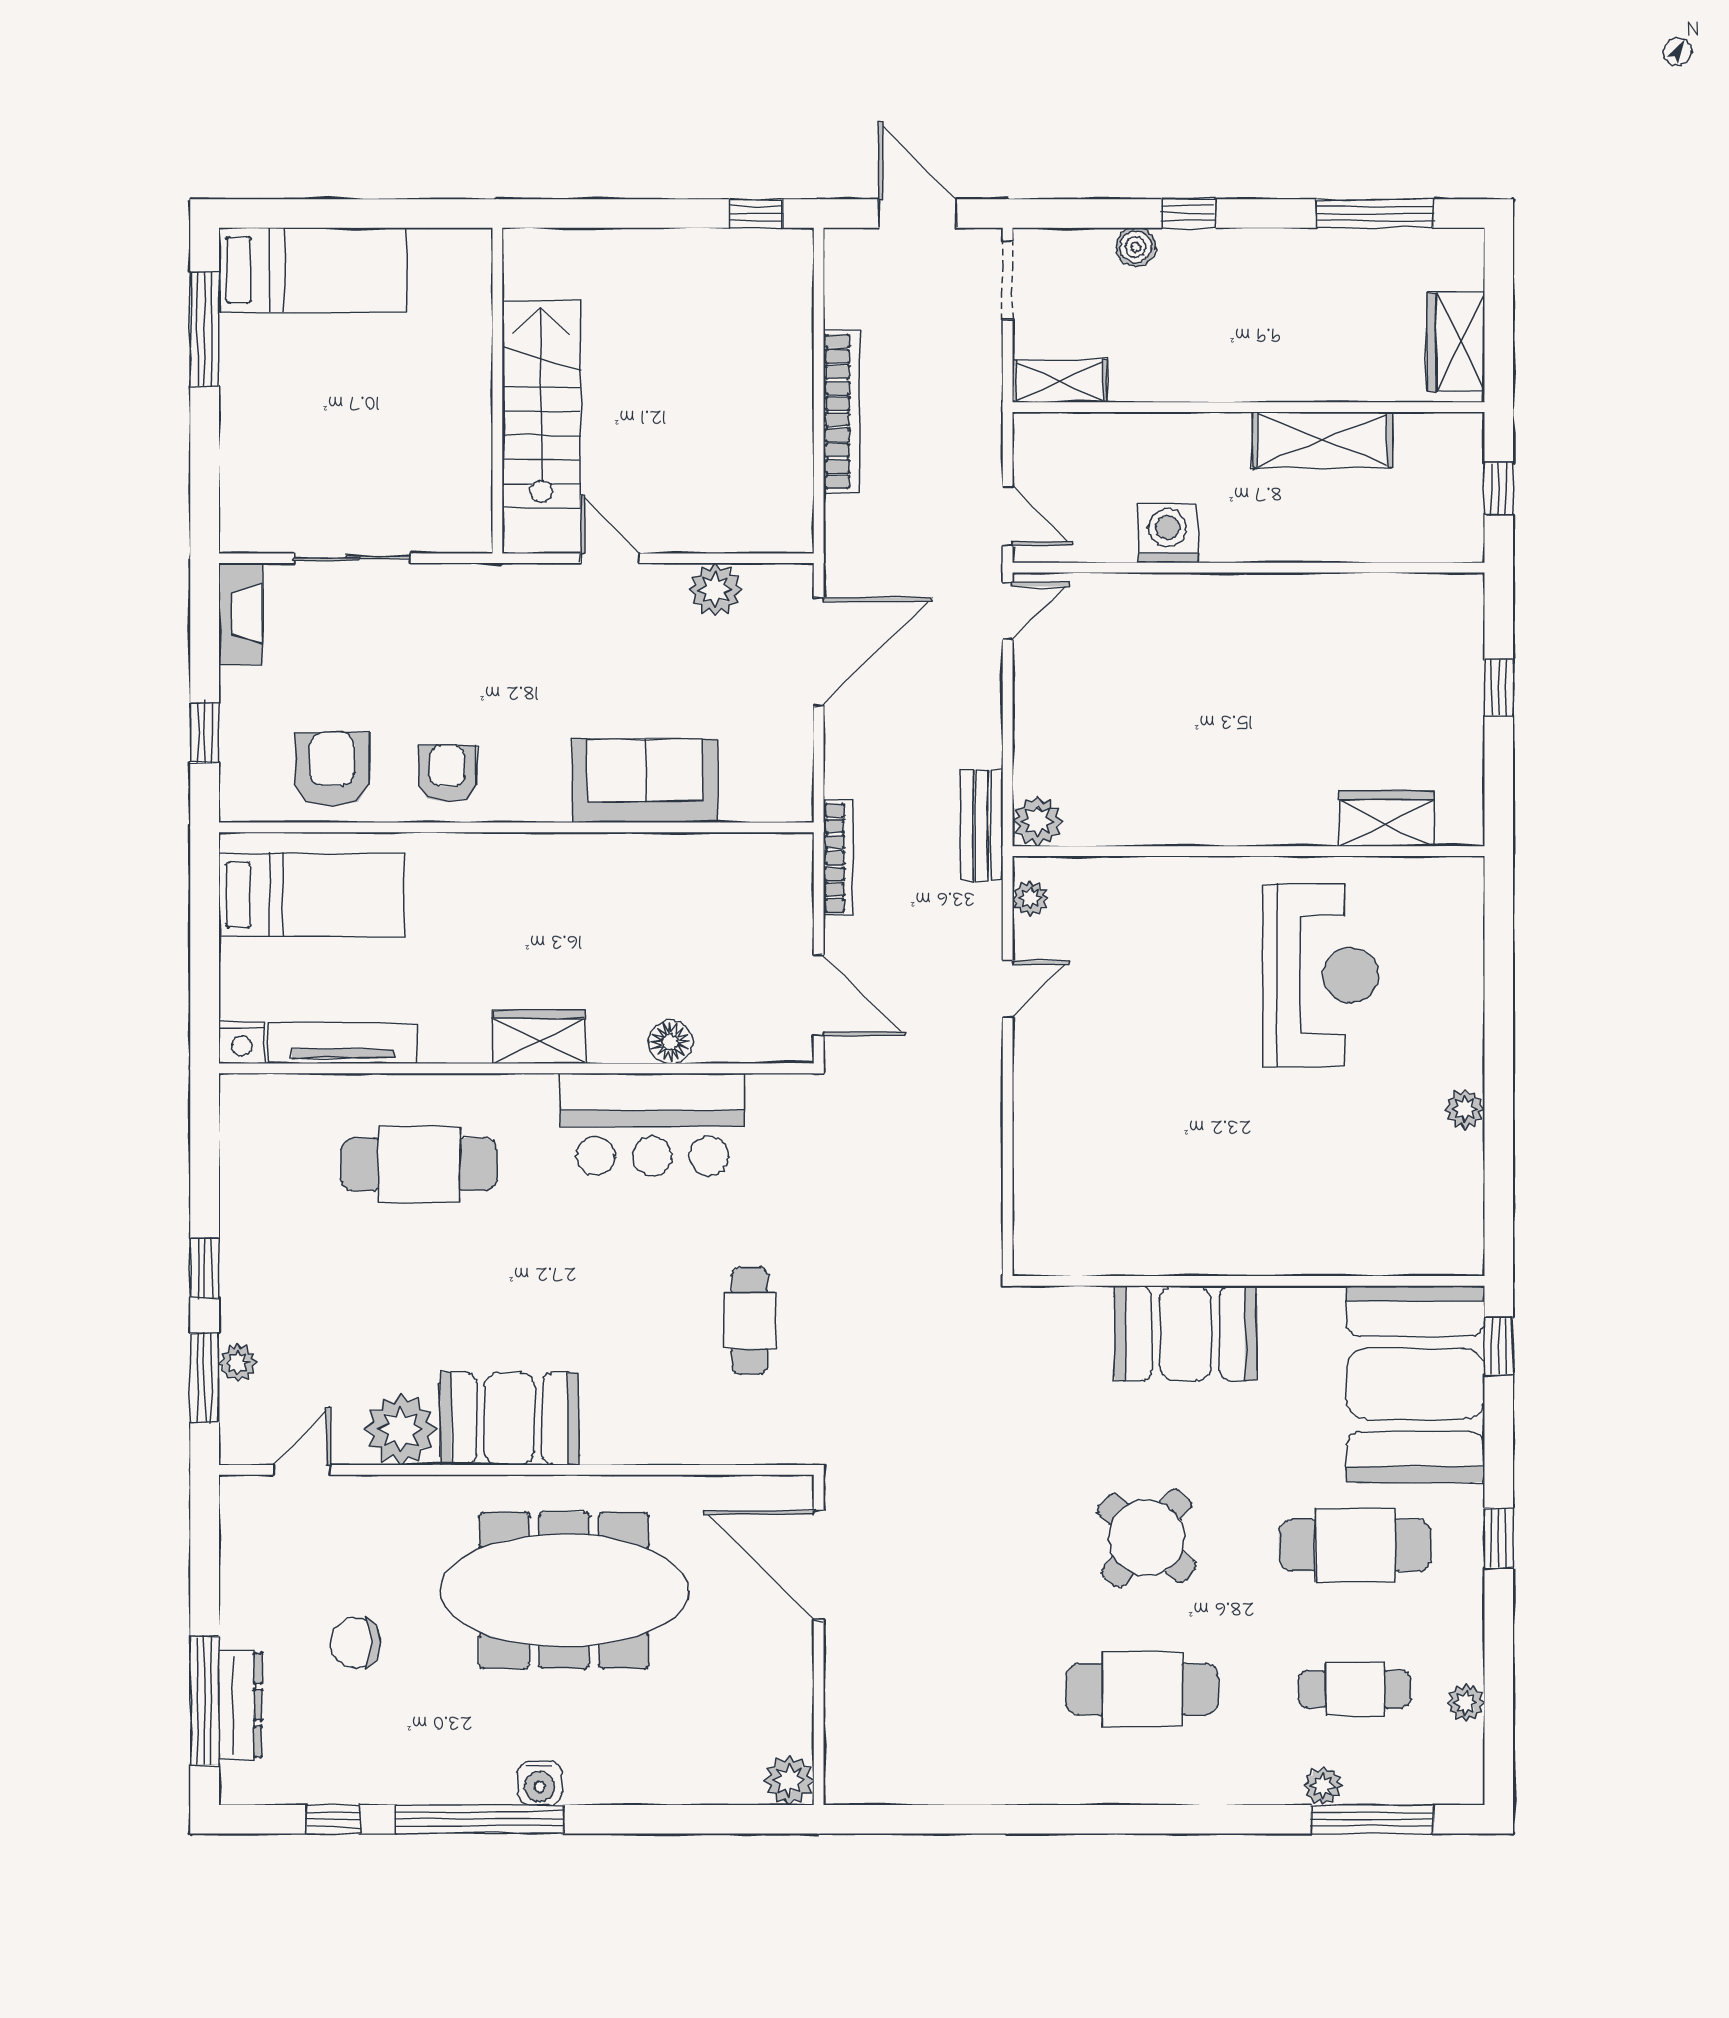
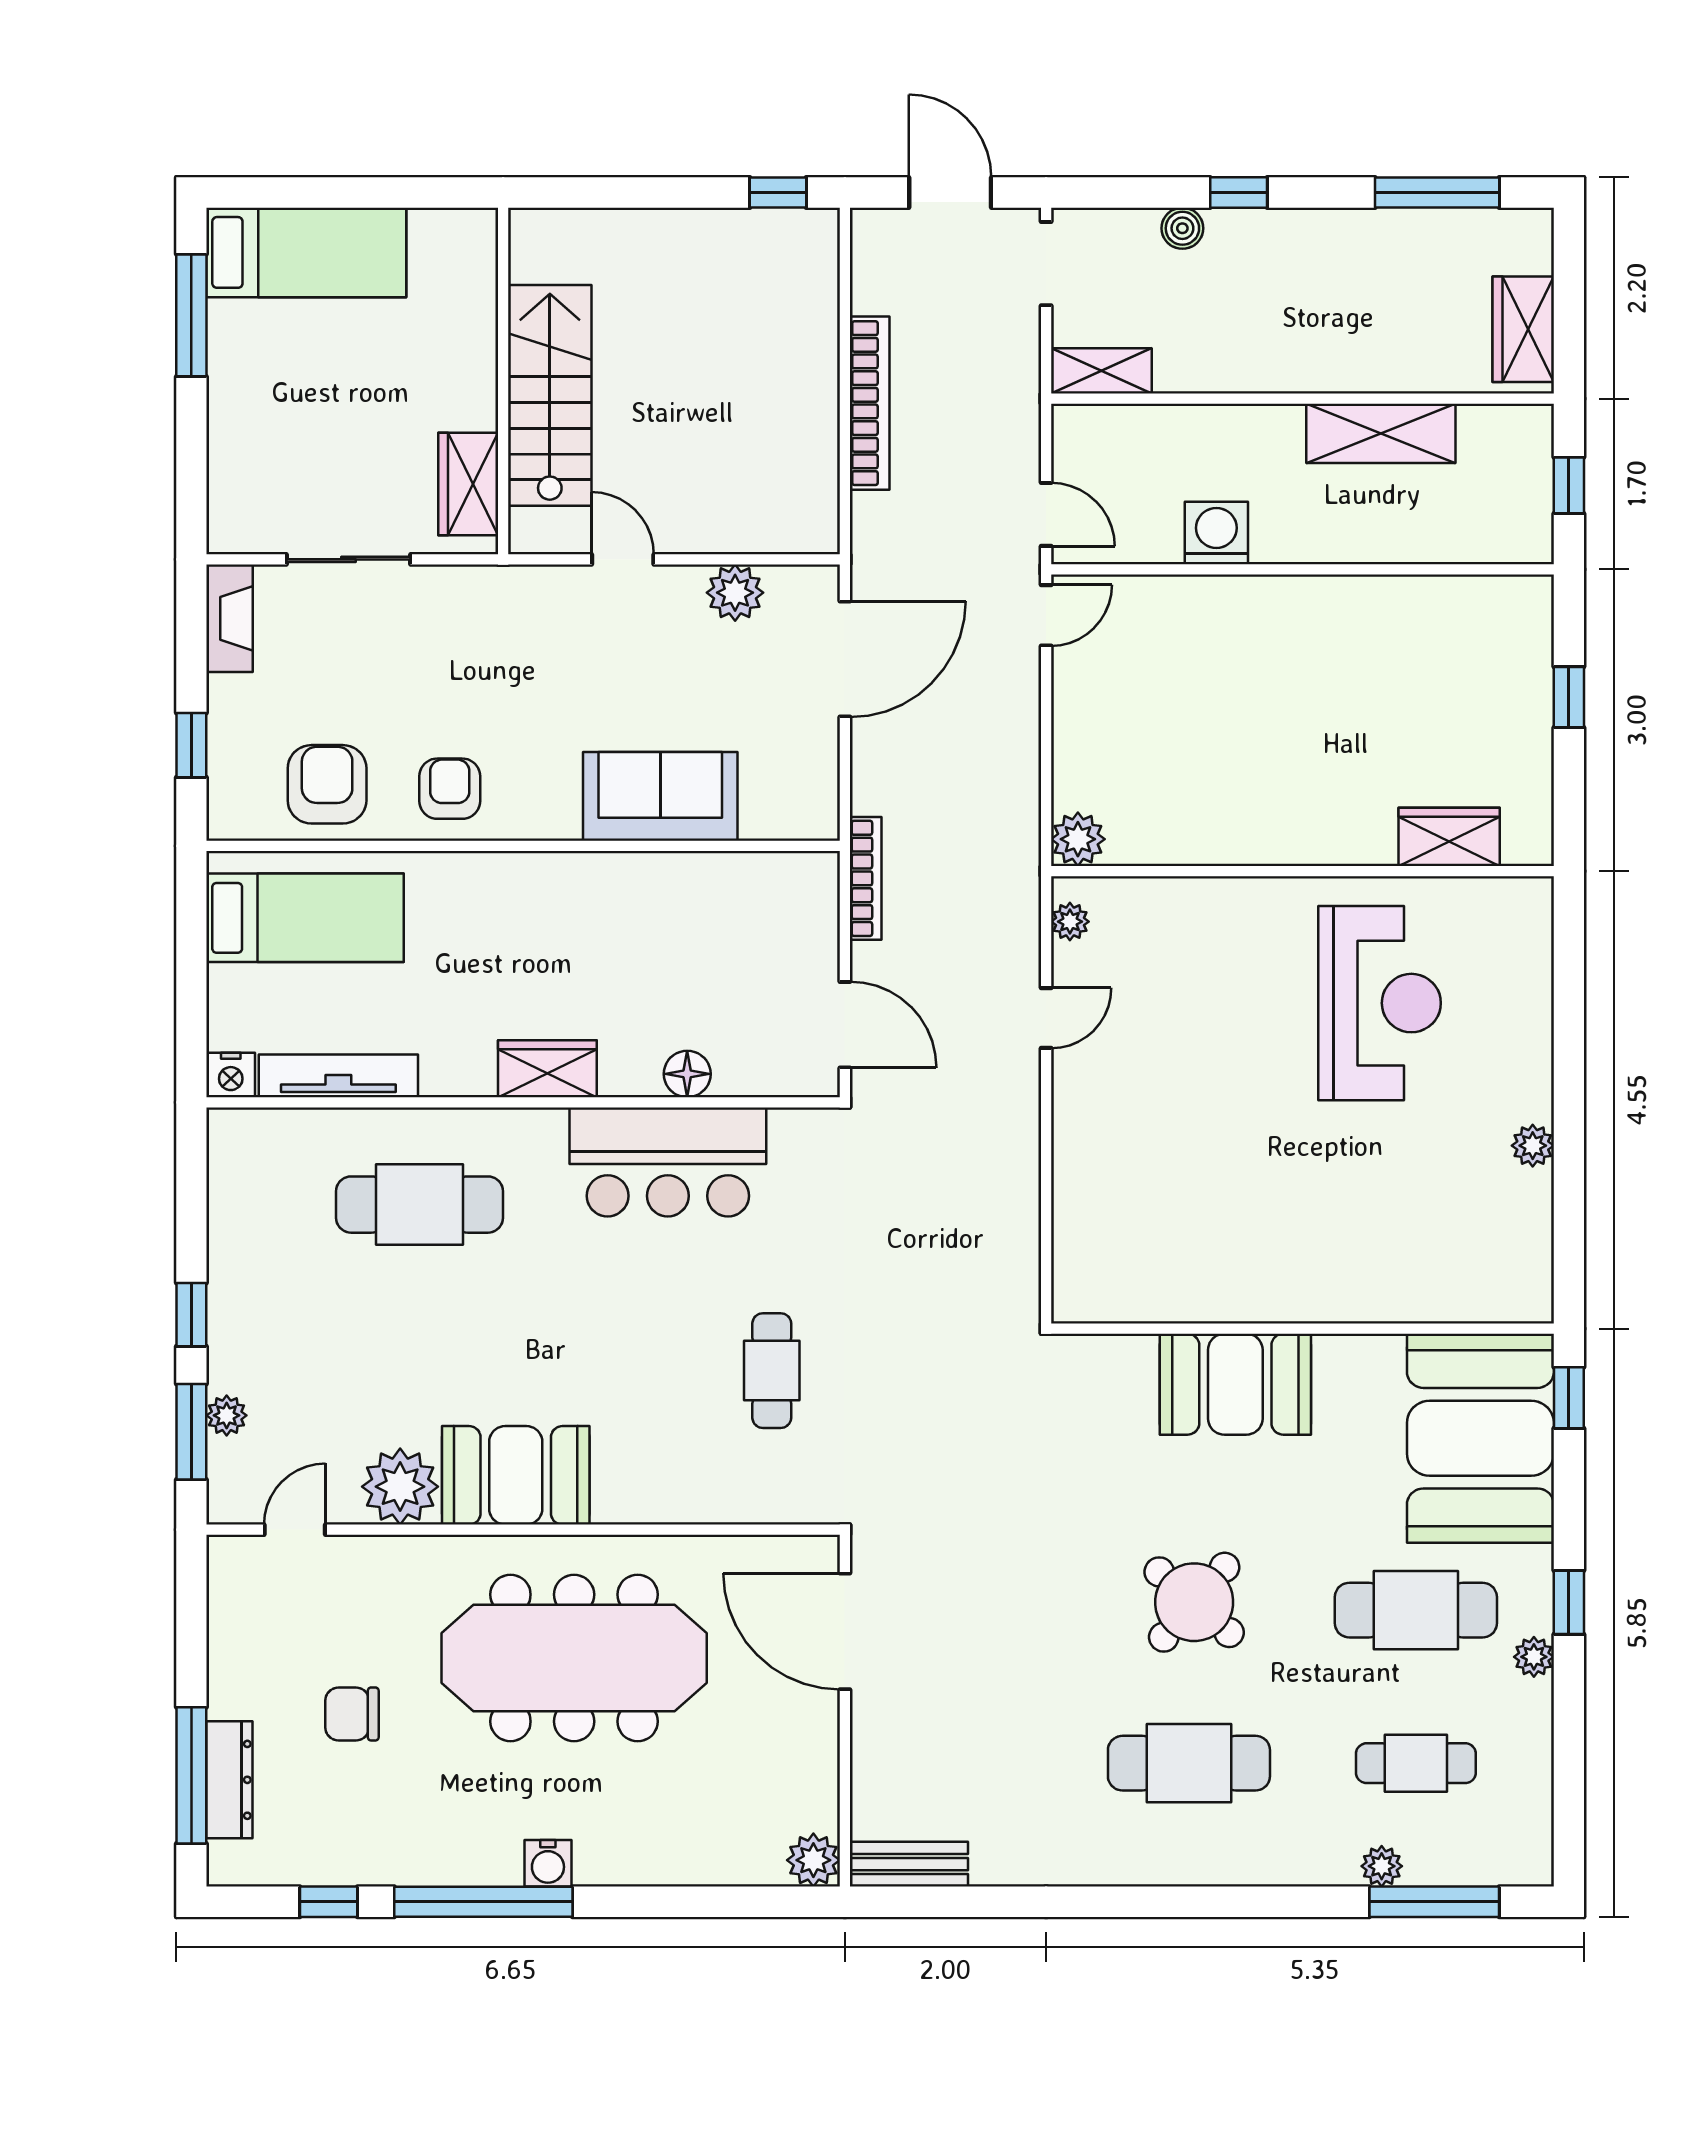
wardrobe: (465, 487) -> (468, 484), added
bench: (982, 825) -> (909, 1864), moved, turned 90
plant: (1466, 1703) -> (1534, 1657), moved

